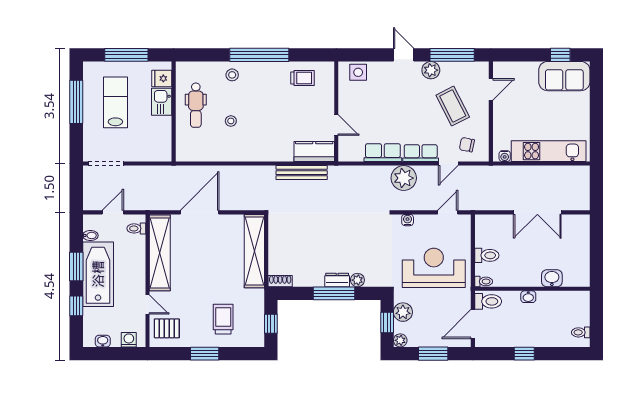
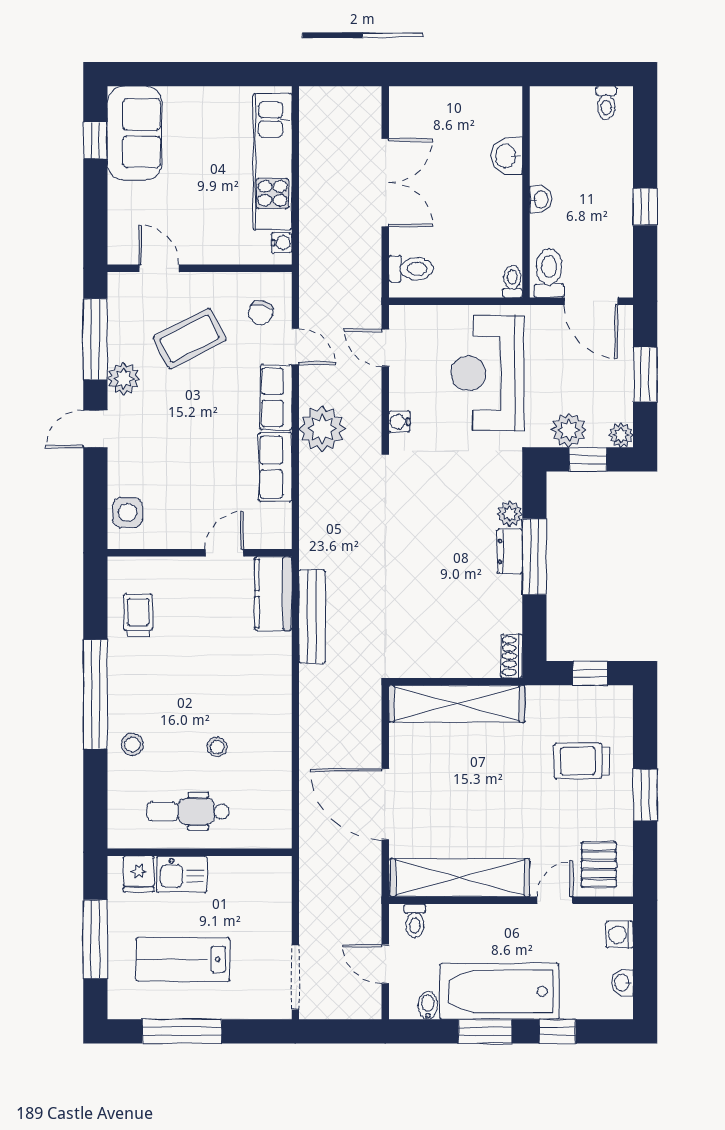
dental chair: (196, 105) -> (188, 811), turned 180
toilet: (487, 255) -> (411, 269), moved, turned 90

